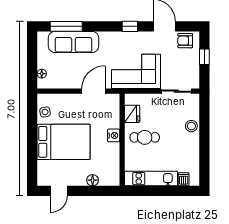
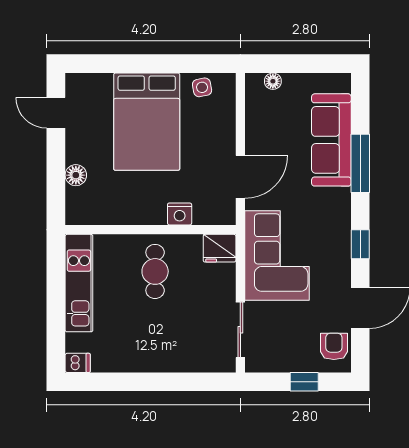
window: (66, 26) -> (360, 163), moved
door: (93, 91) -> (240, 177), hinge flipped
fridge: (132, 114) -> (220, 248), moved
stool: (191, 126) -> (176, 358), removed
nightstand: (114, 135) -> (180, 214), moved
dishwasher: (184, 179) -> (78, 363), moved

